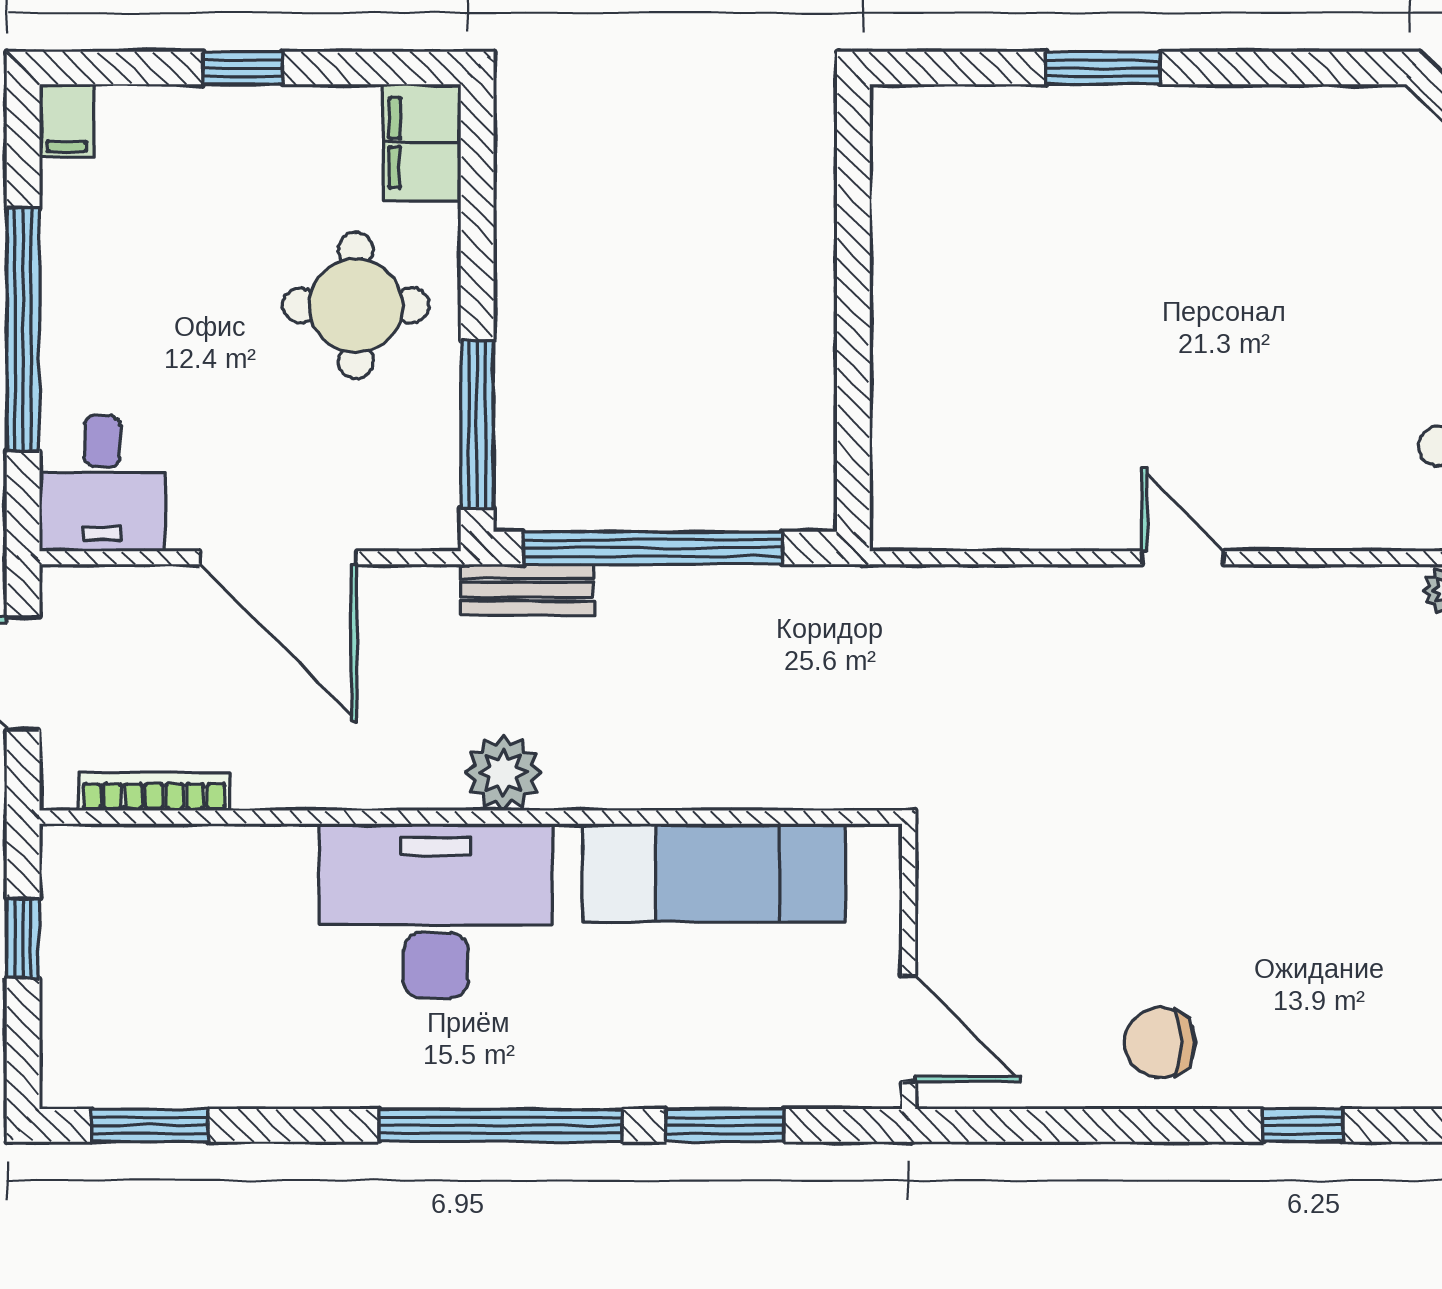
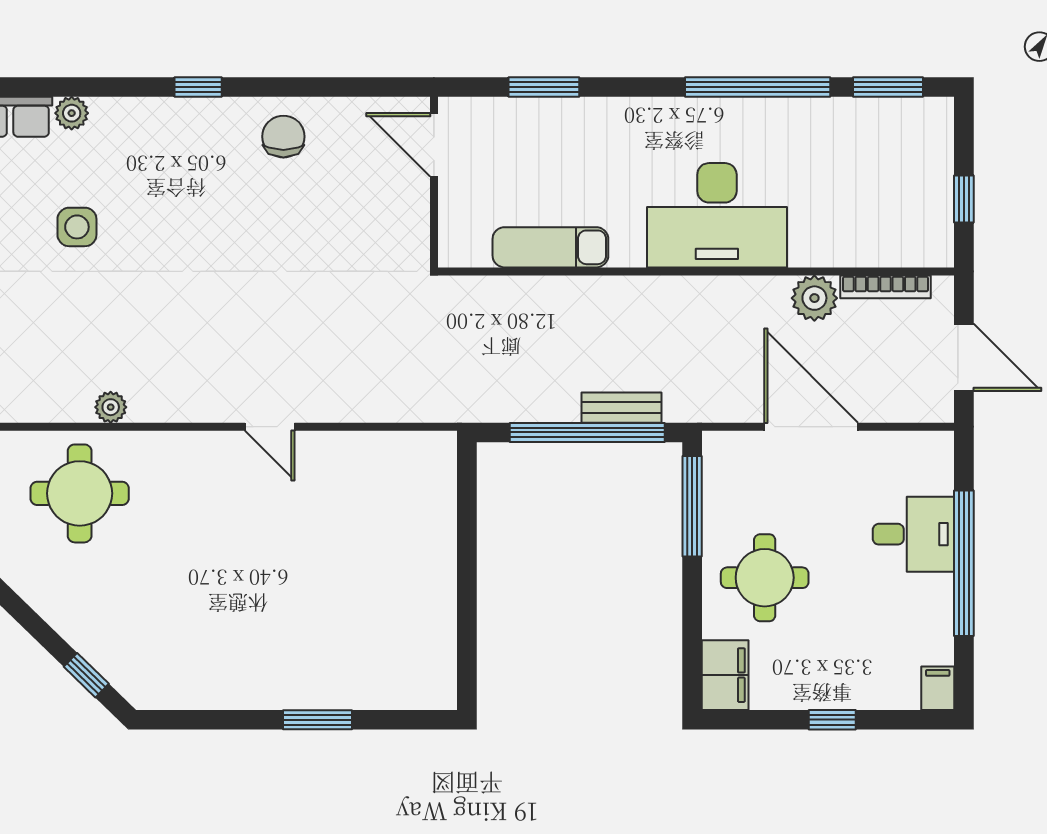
desk: (102, 483) -> (913, 534), moved, turned 90
bench: (527, 590) -> (621, 408), moved
plant: (503, 773) -> (814, 298), moved
exam couch: (714, 873) -> (550, 247), width x0.73, depth x0.69
chair: (1160, 1043) -> (283, 137), turned -90
window: (501, 1125) -> (758, 87), moved

